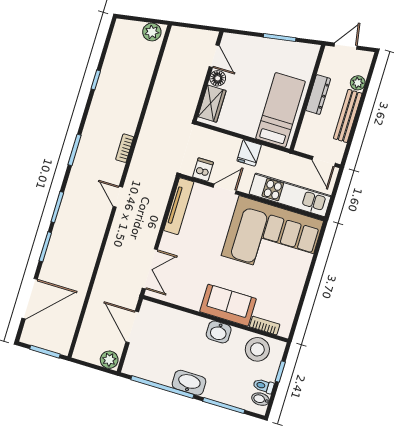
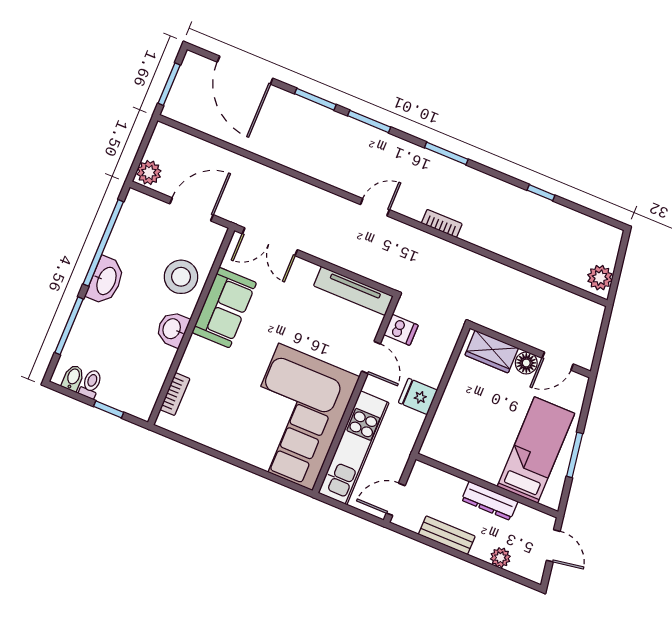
bed: (281, 110) -> (536, 450), moved, turned -90
bench: (348, 116) -> (447, 535), width x0.73
sofa: (228, 305) -> (224, 308), moved
stool: (257, 349) -> (181, 277), moved

